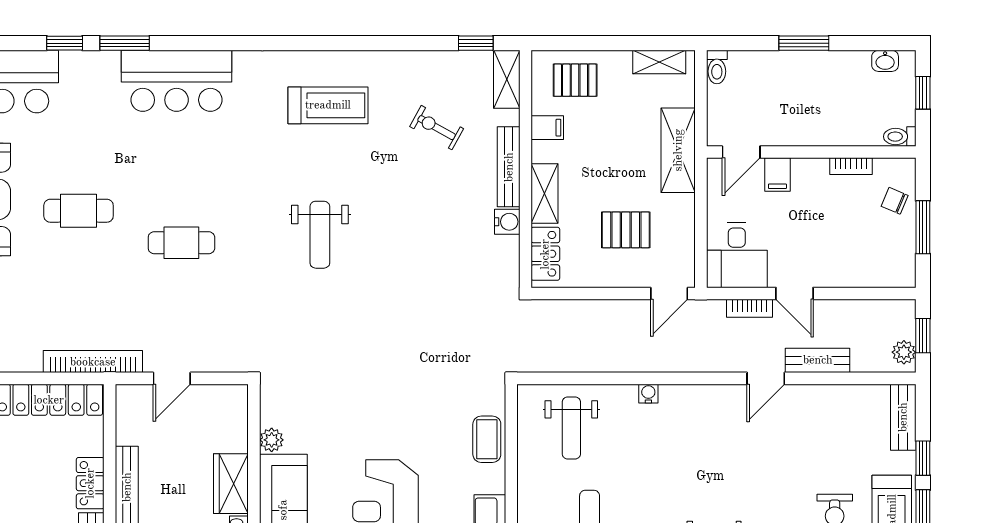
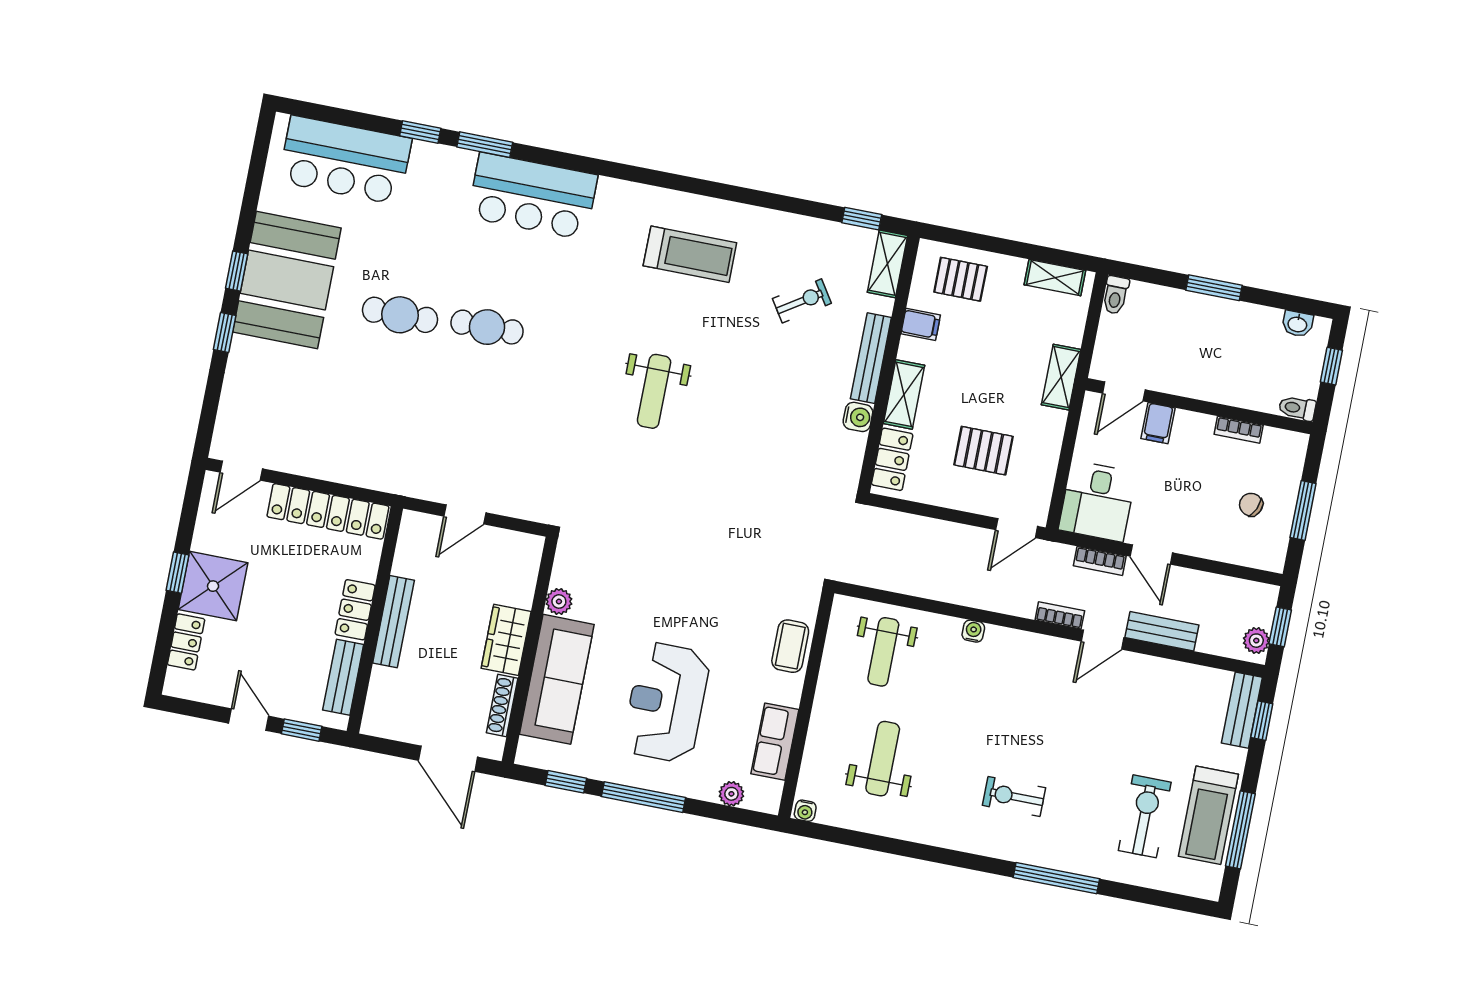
exercise bike: (437, 128) -> (802, 301), turned 118
shelving: (678, 150) -> (1061, 377), width x0.67, depth x0.75
chair: (895, 201) -> (1251, 505), moved
cafe table: (181, 243) -> (487, 327), moved
bookcase: (93, 362) -> (1060, 615), moved, width x0.43, depth x0.76
window: (923, 458) -> (1262, 721), moved

